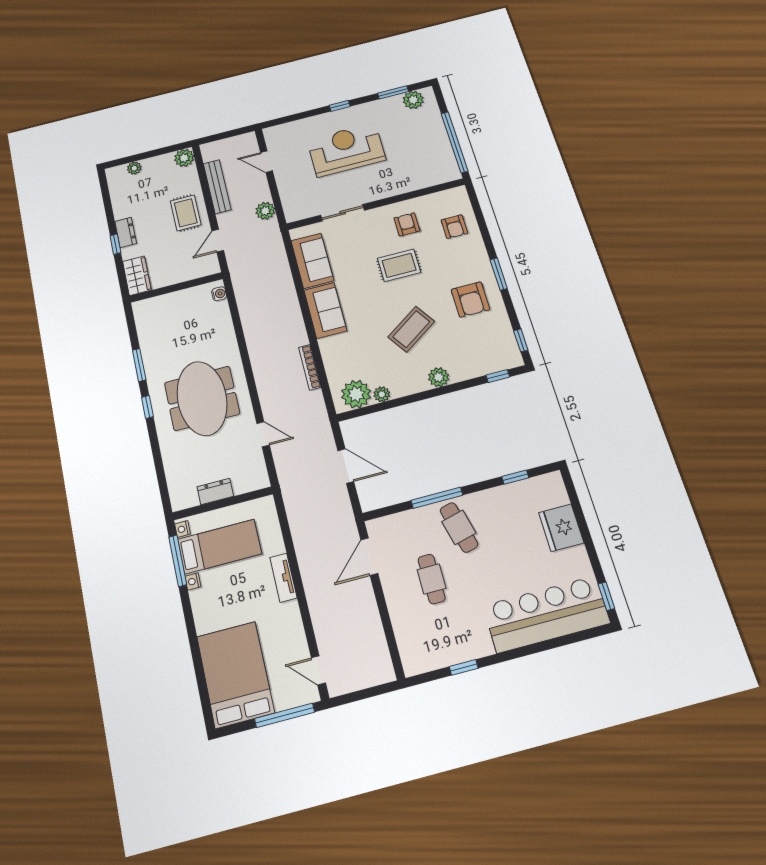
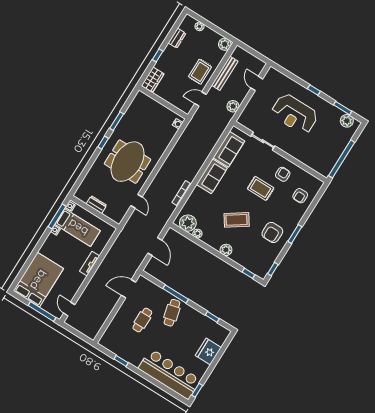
reception desk: (346, 150) -> (295, 114), turned 180
dresser: (126, 232) -> (177, 38), moved

